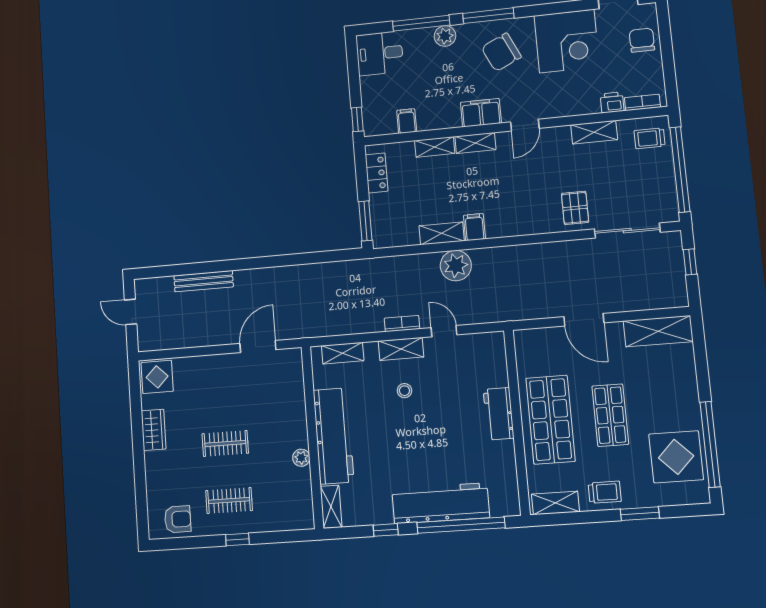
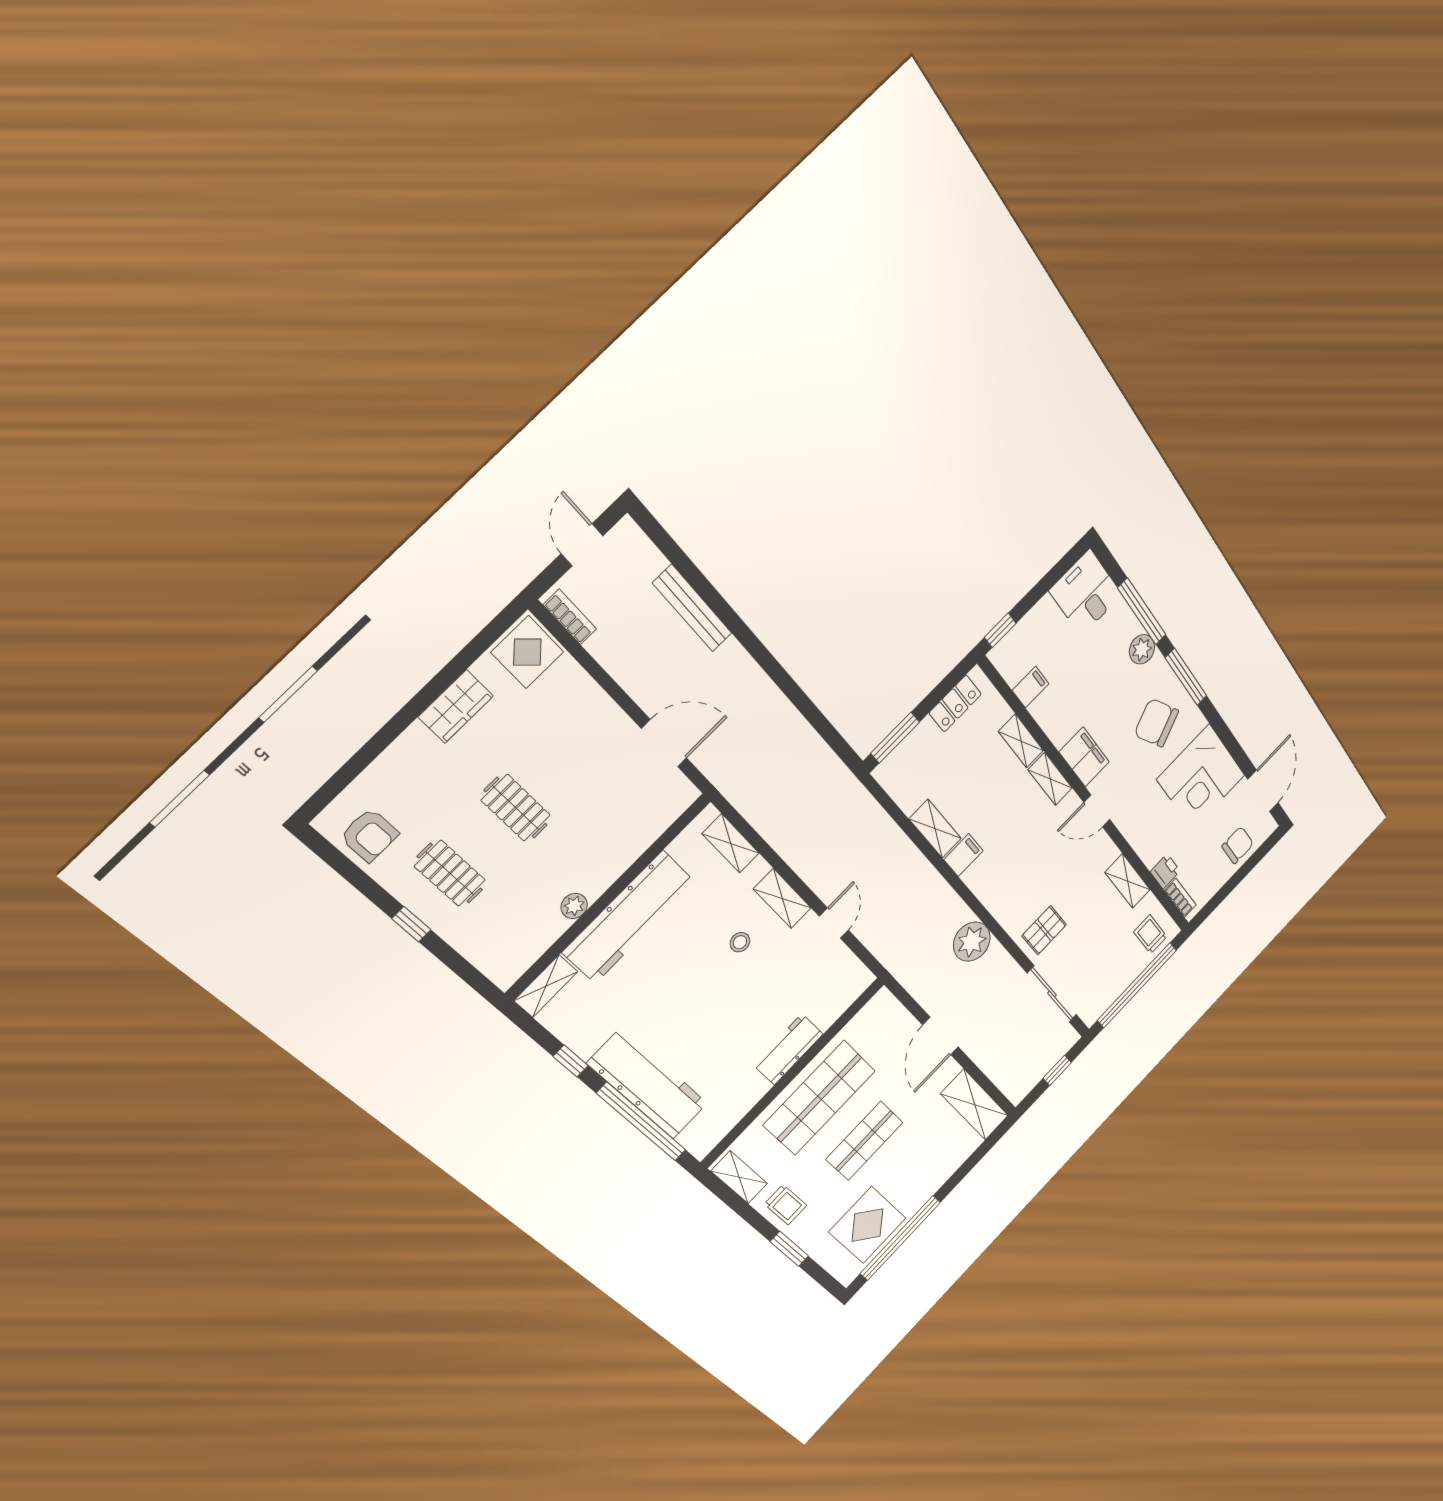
plant: (456, 266) -> (972, 942), moved
bookcase: (402, 324) -> (570, 617), moved

